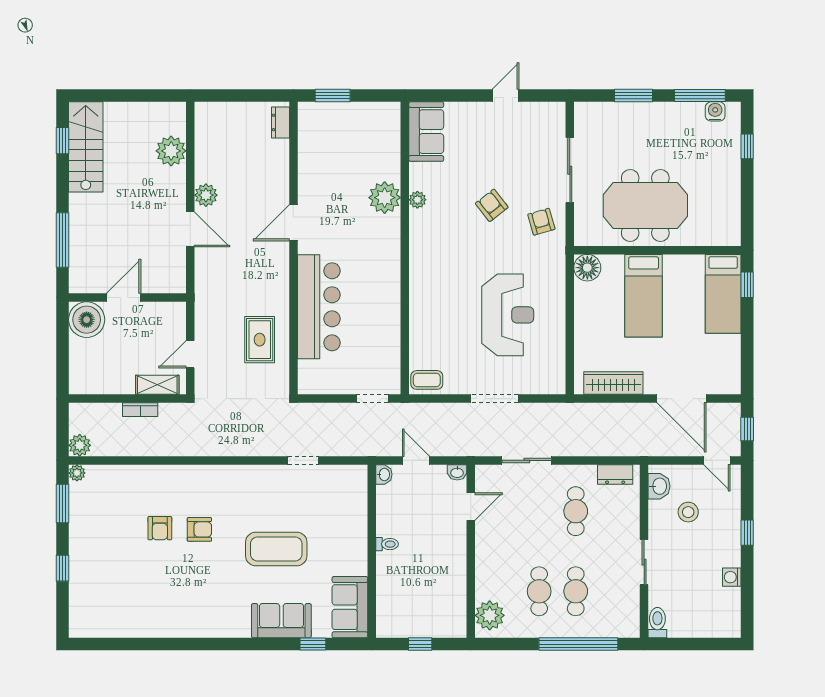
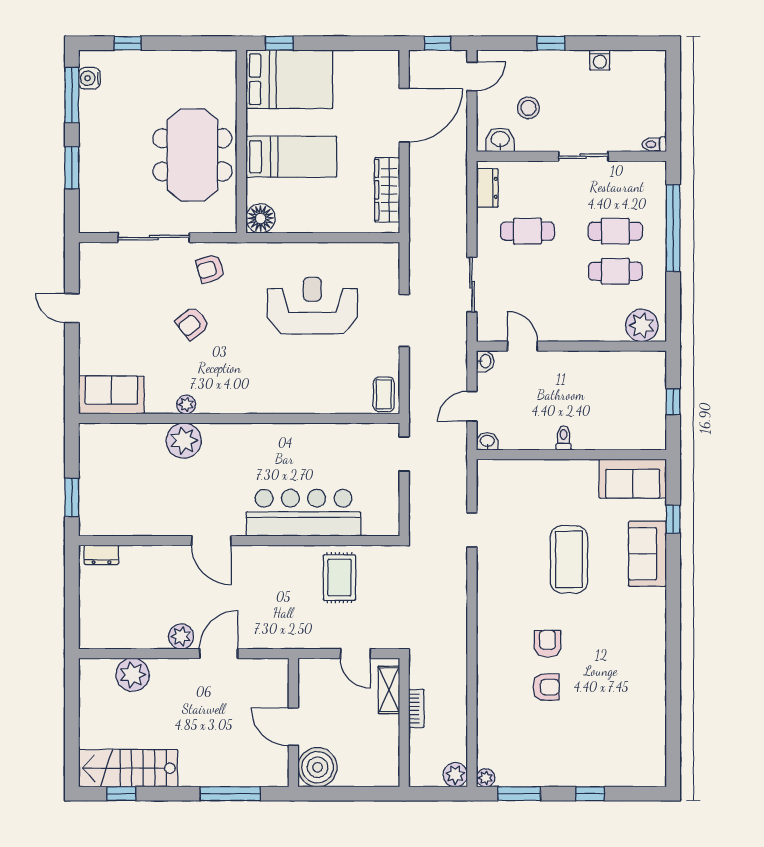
bed: (723, 294) -> (289, 79), width x1.50
rug: (260, 340) -> (339, 578), turned 90
toilet: (657, 623) -> (654, 144), width x0.73, depth x0.72

